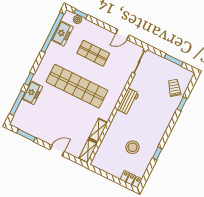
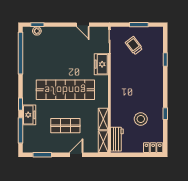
freezer: (62, 33) -> (101, 64), moved, turned 180
door: (122, 35) -> (83, 25), hinge flipped
shop shelf: (93, 53) -> (65, 126), moved
trolley: (174, 88) -> (134, 46), moved
workbench: (128, 101) -> (117, 139), moved

